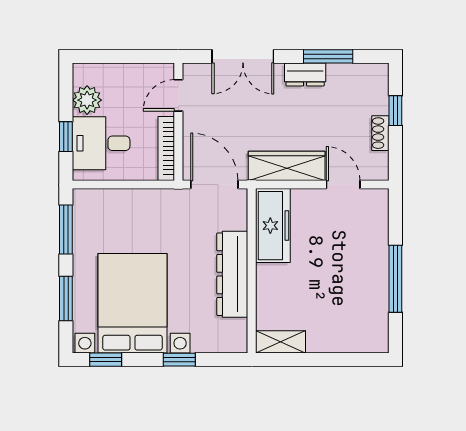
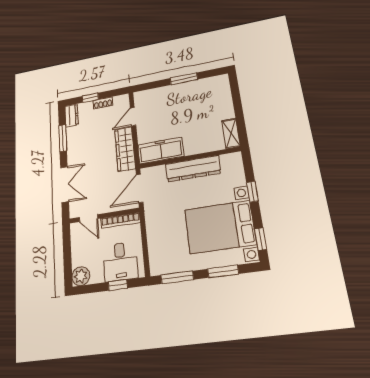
dresser: (305, 75) -> (72, 115), moved
plant: (87, 100) -> (81, 276), moved
window: (395, 279) -> (184, 79), width x0.69

